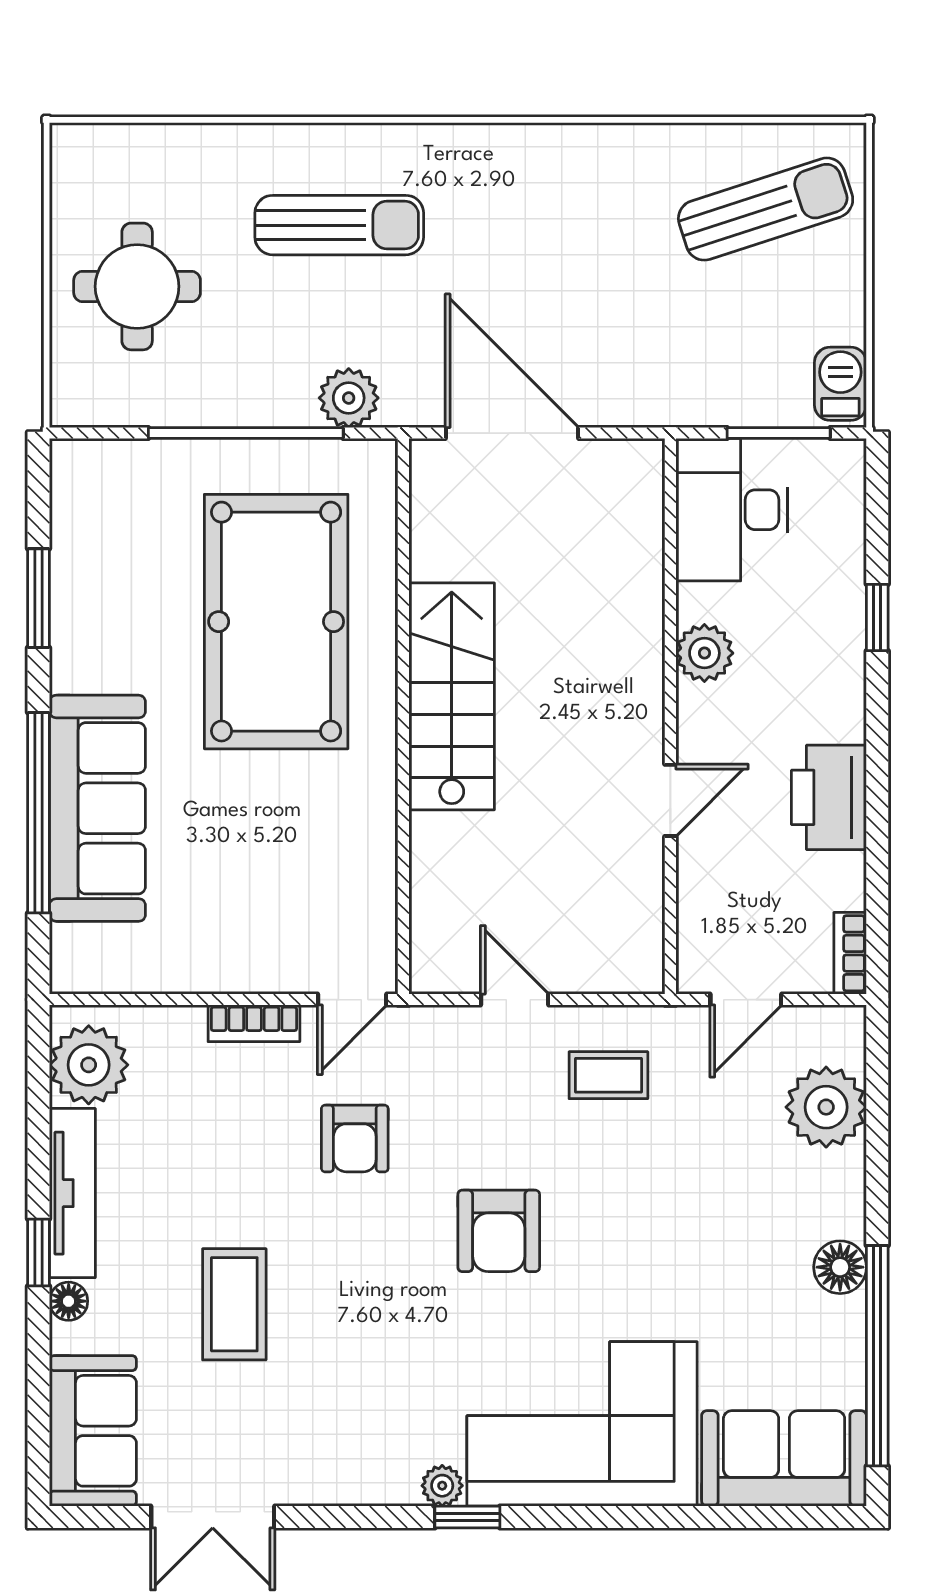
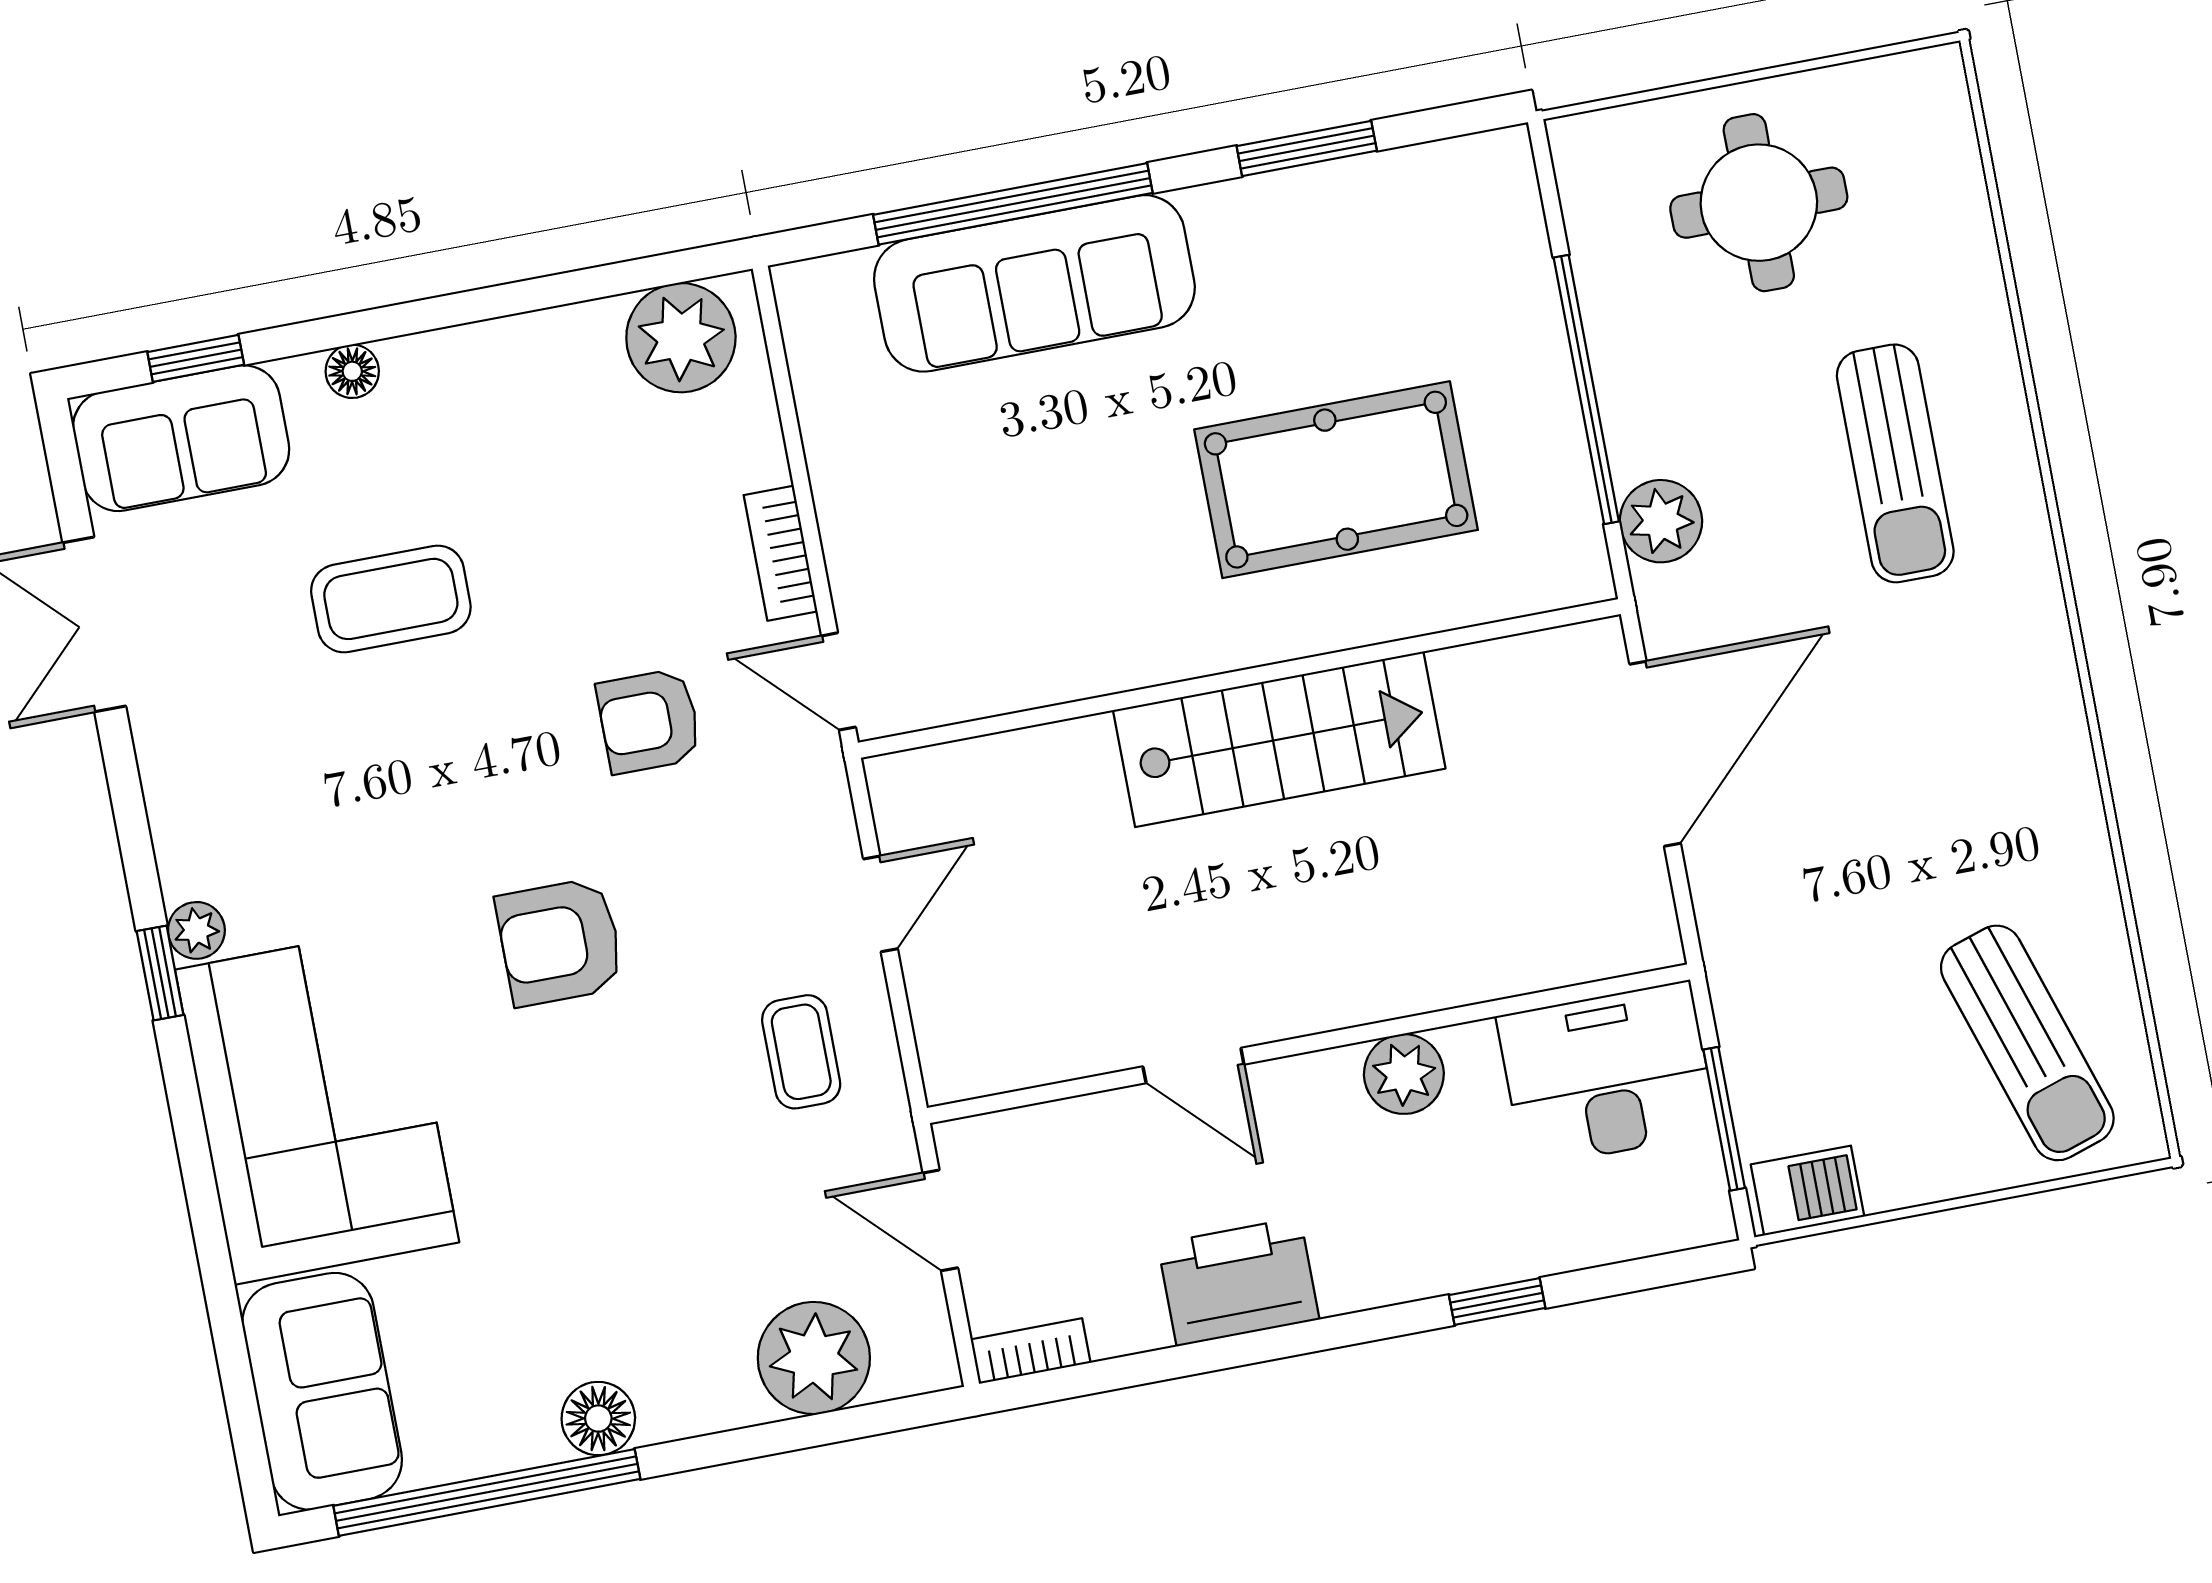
pool table: (276, 622) -> (1336, 480), width x0.73, depth x0.76
tv unit: (72, 1193) -> (501, 349), removed
window: (39, 1252) -> (196, 358), moved

